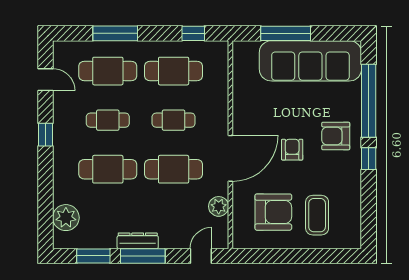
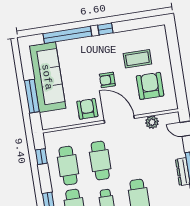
cafe table: (174, 120) -> (100, 161), width x1.37, depth x1.35
armchair: (336, 136) -> (87, 109), moved, turned 180
cafe table: (174, 169) -> (132, 156), removed
coffee table: (317, 215) -> (137, 59), moved

